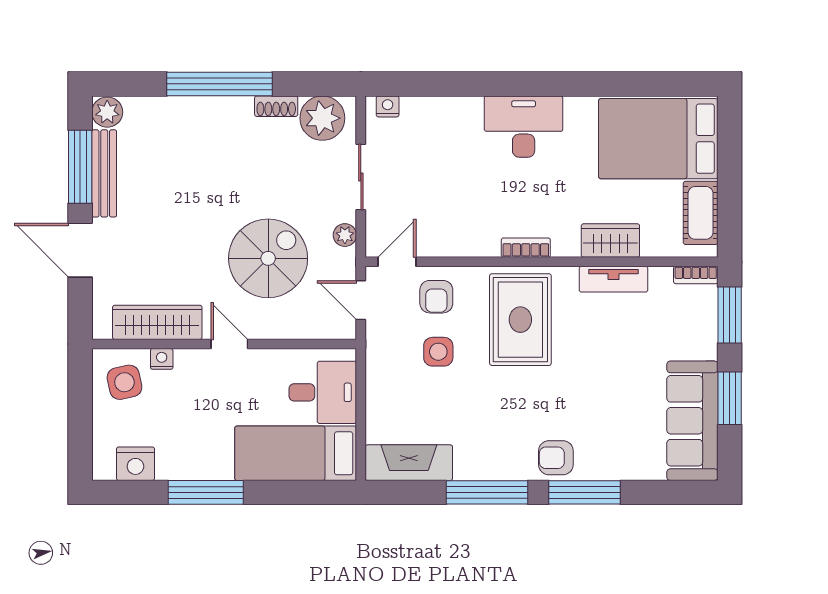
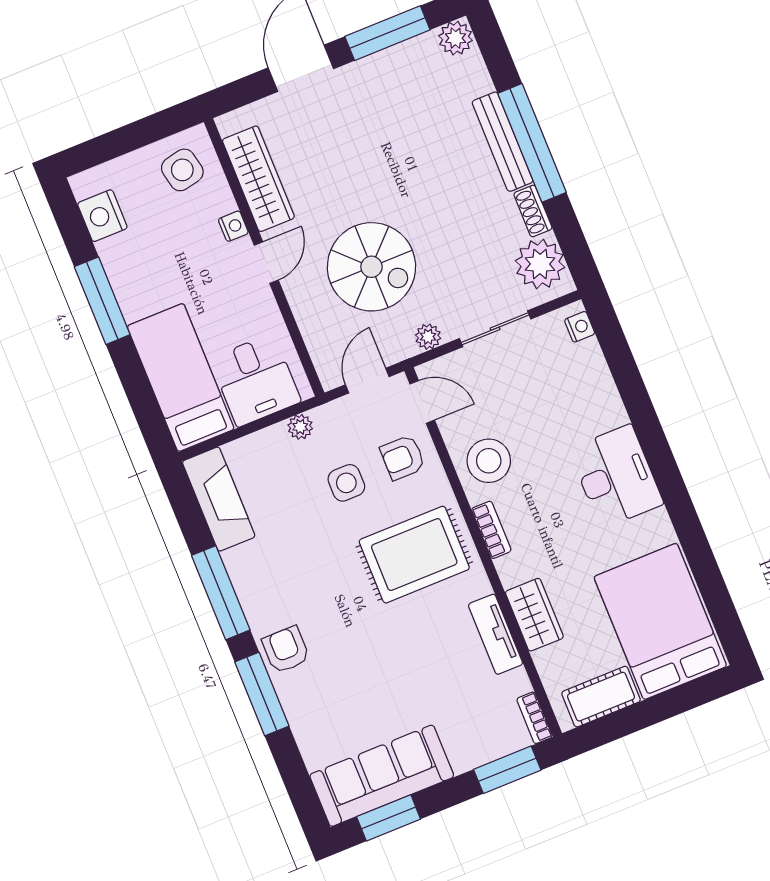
bench: (104, 173) -> (503, 142), moved, turned 90
stool: (468, 227) -> (489, 461), added
nightstand: (162, 359) -> (233, 226), moved
plant: (376, 371) -> (300, 427), added
window: (730, 398) -> (389, 818), moved

